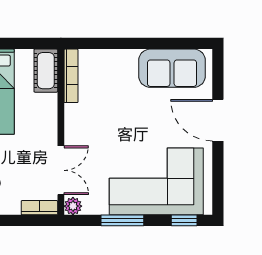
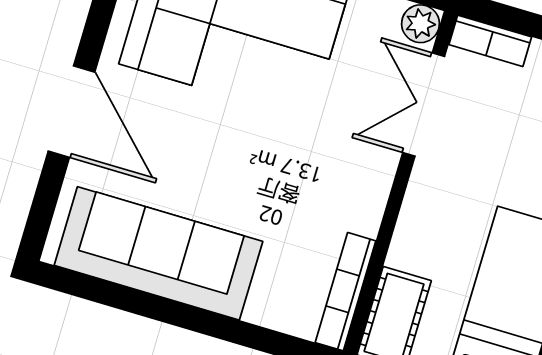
sofa: (172, 68) -> (158, 253), width x1.36

